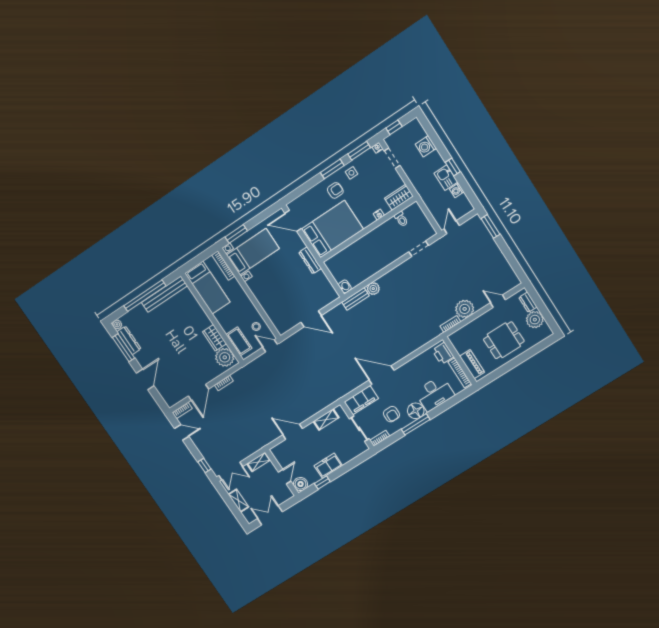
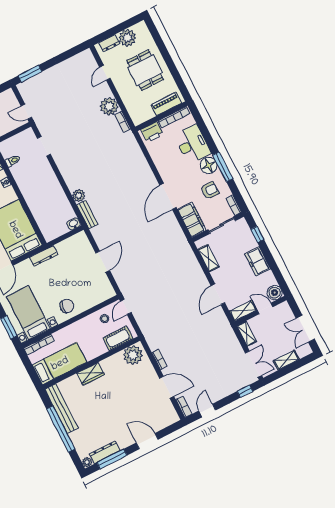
chair: (264, 289) -> (67, 306), added
wardrobe: (214, 338) -> (90, 374), moved
shelving: (280, 457) -> (243, 311), added
window: (322, 483) -> (257, 234), moved

